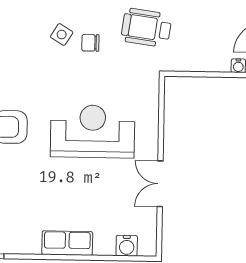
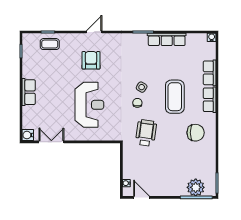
double door: (160, 184) -> (51, 142), moved
water cooler: (127, 246) -> (28, 135), moved

